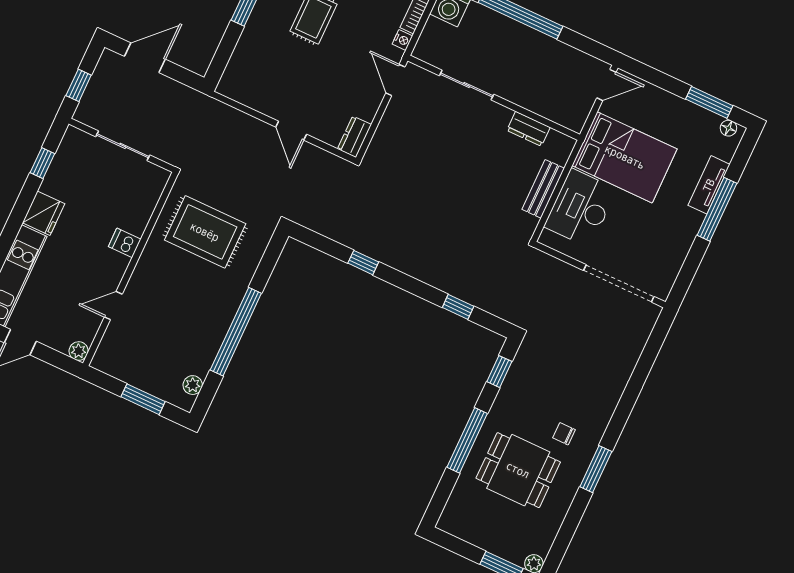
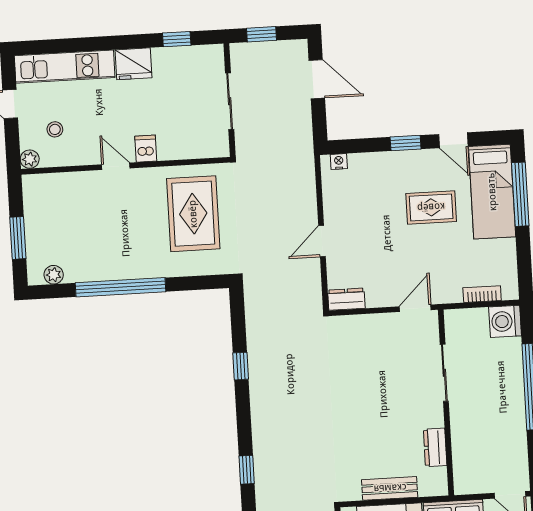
nightstand: (402, 40) -> (339, 162), moved, turned 180
door: (113, 306) -> (116, 166), moved
stool: (64, 314) -> (55, 129), added

